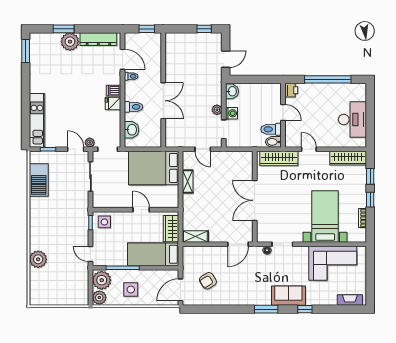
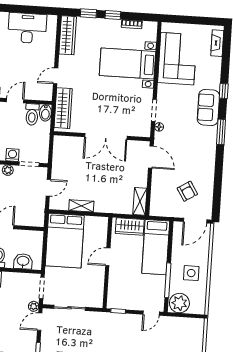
side table: (104, 222) -> (118, 296), removed
door: (181, 290) -> (195, 221), hinge flipped
plant: (99, 297) -> (197, 307), removed

